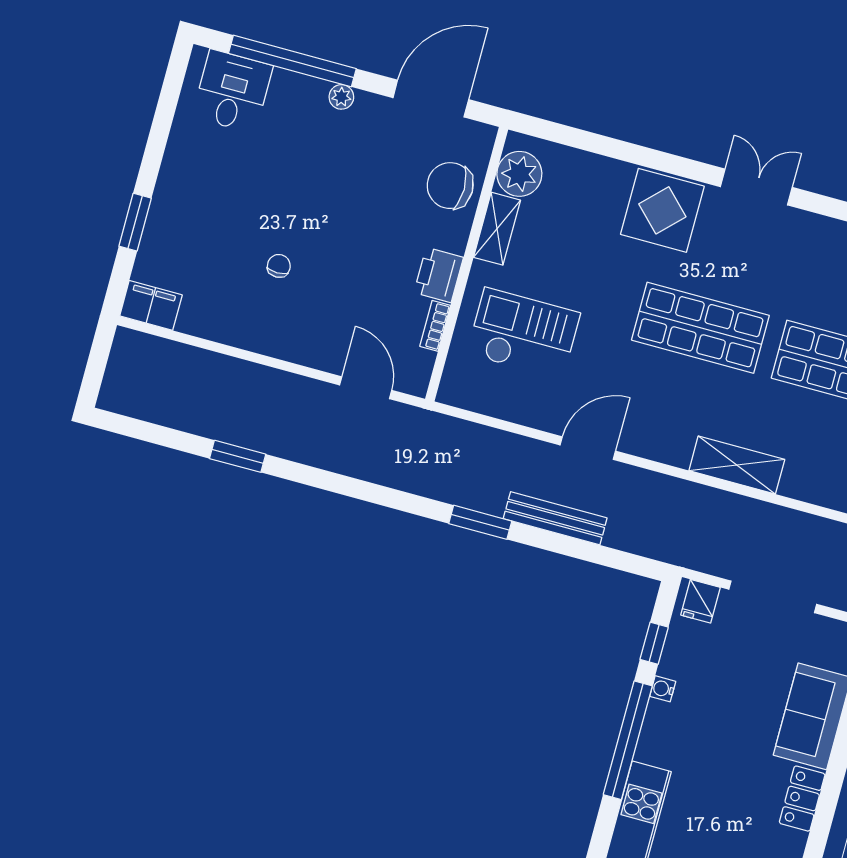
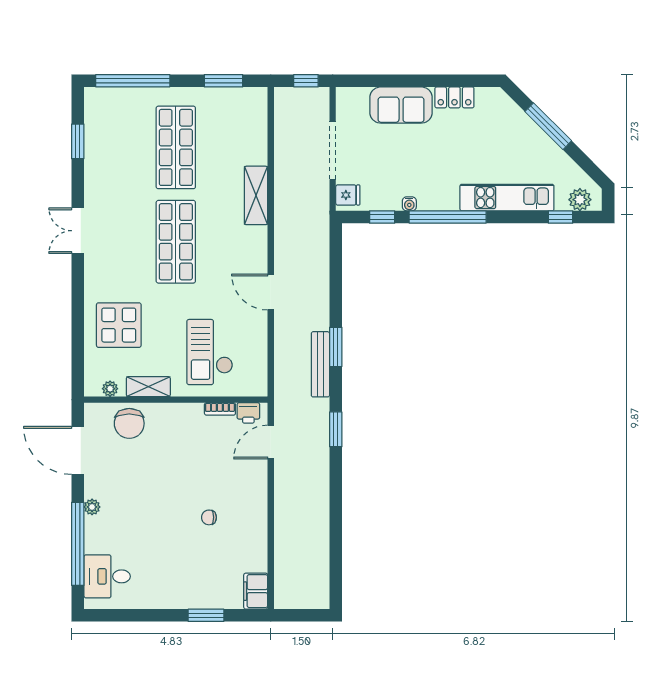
plant: (519, 174) -> (110, 389), width x0.53, depth x0.53
display table: (662, 210) -> (119, 325), moved
printer: (439, 275) -> (248, 413), moved, width x0.73, depth x0.81
window: (238, 456) -> (336, 429), moved
bench: (555, 518) -> (320, 364), moved

